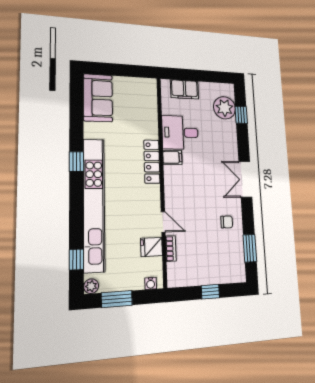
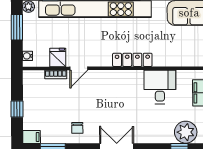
filing cabinet: (172, 157) -> (32, 137), moved, turned -90

